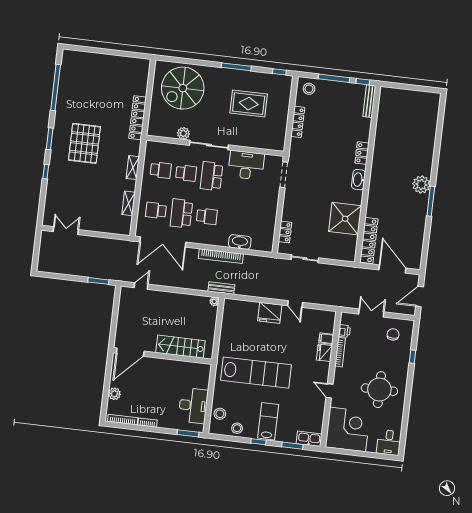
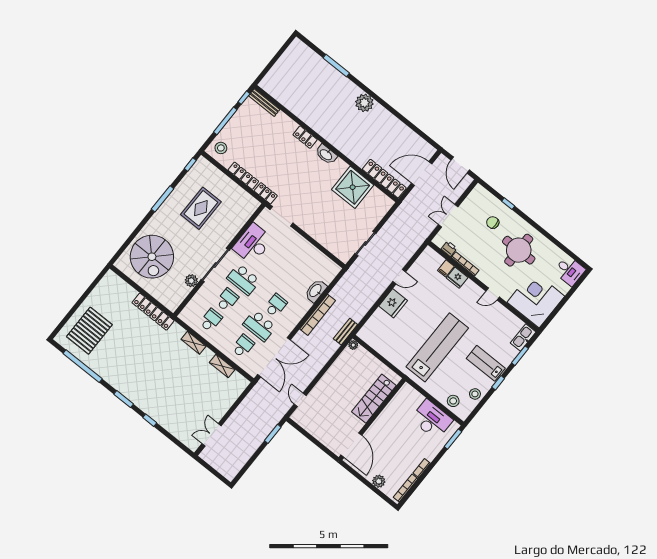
pallet: (84, 143) -> (89, 331), moved, turned 90
window: (431, 201) -> (336, 65), moved
school desk: (156, 210) -> (243, 346), turned 180
locker: (285, 232) -> (266, 193), moved
chair: (393, 334) -> (493, 223), moved

